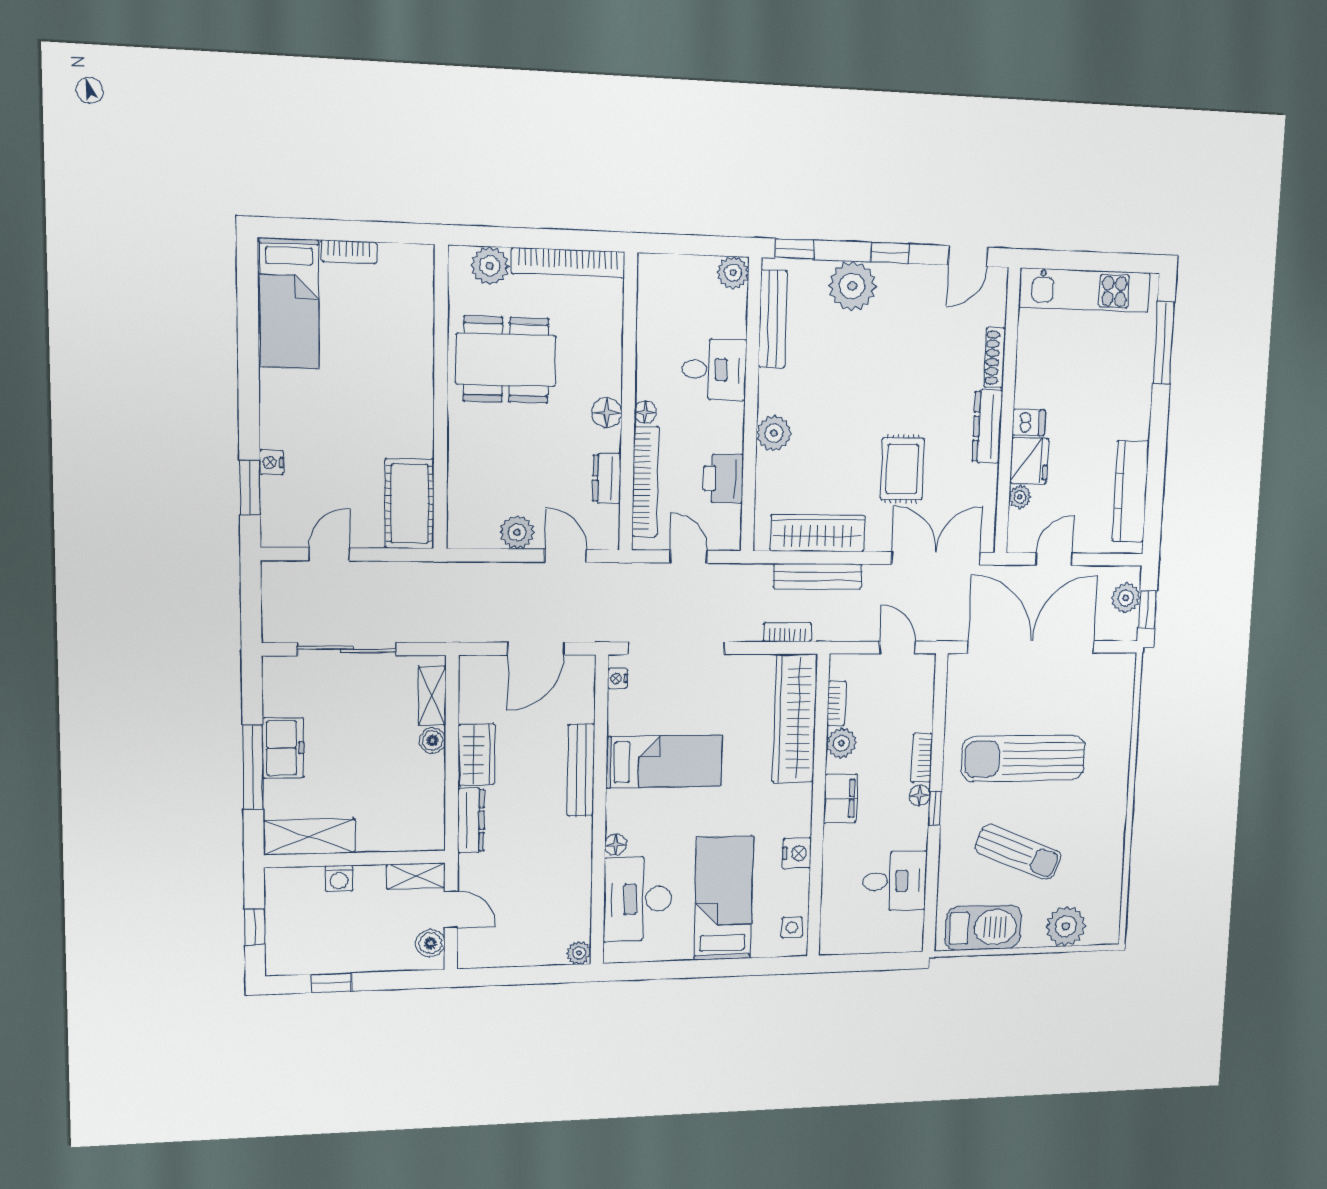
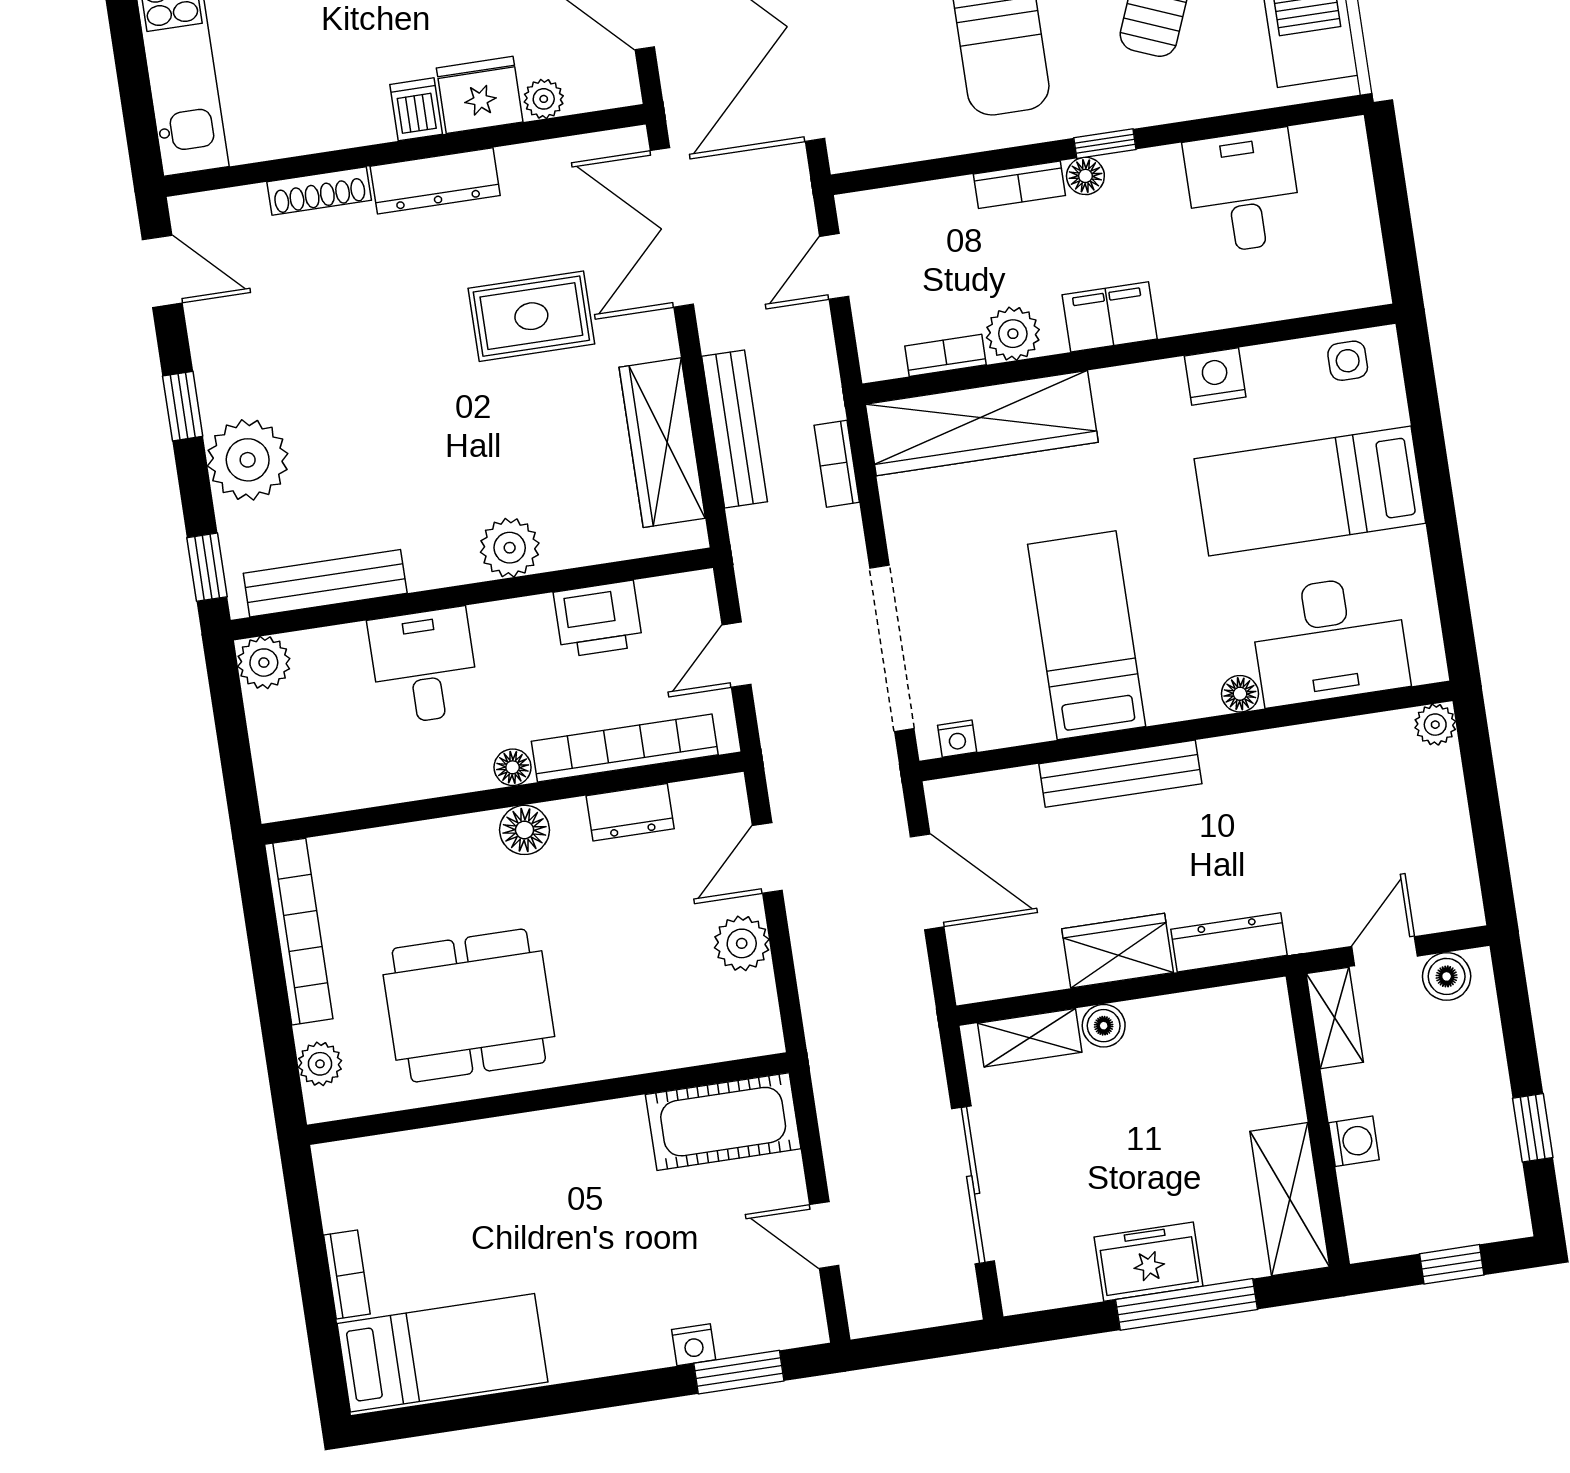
plant: (490, 266) -> (320, 1064), width x0.73, depth x0.73
dining table: (506, 360) -> (469, 1006), turned 90

